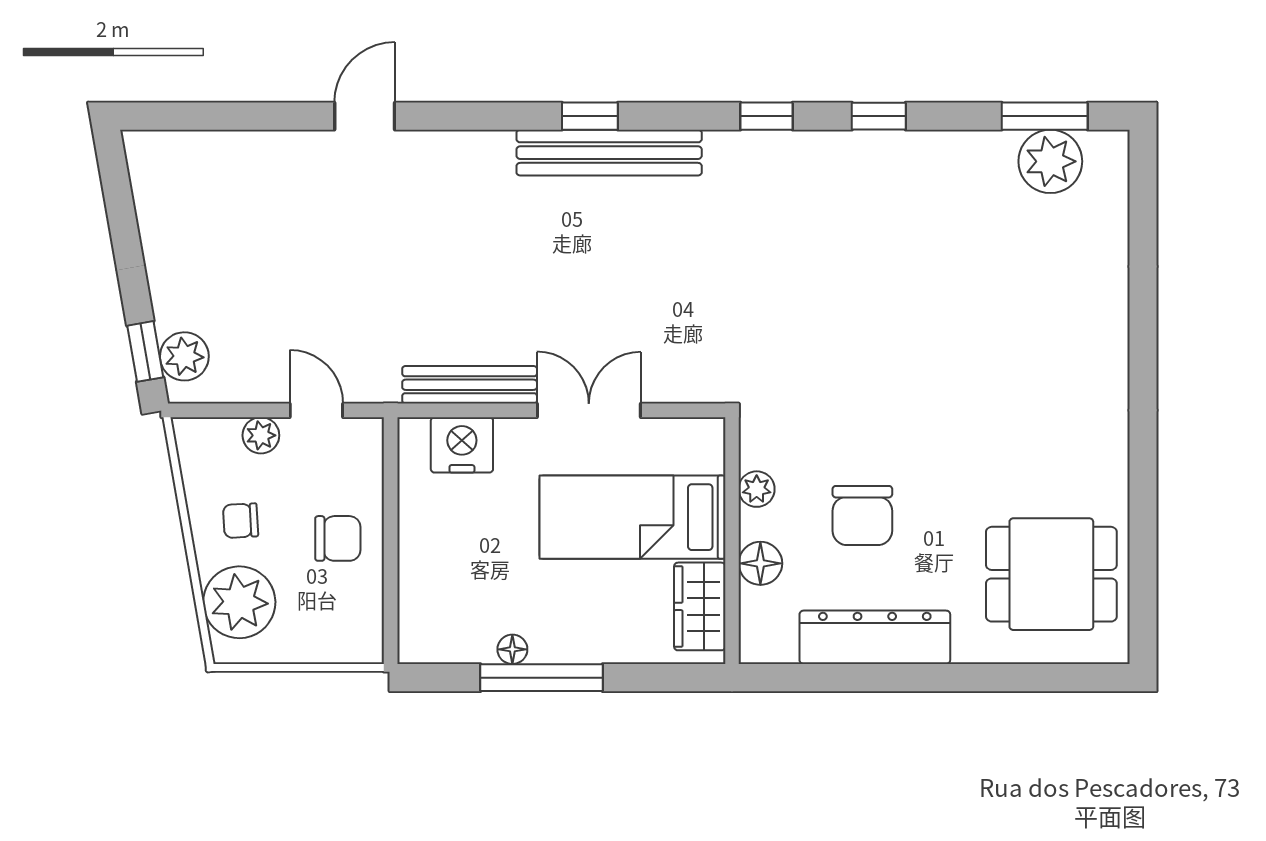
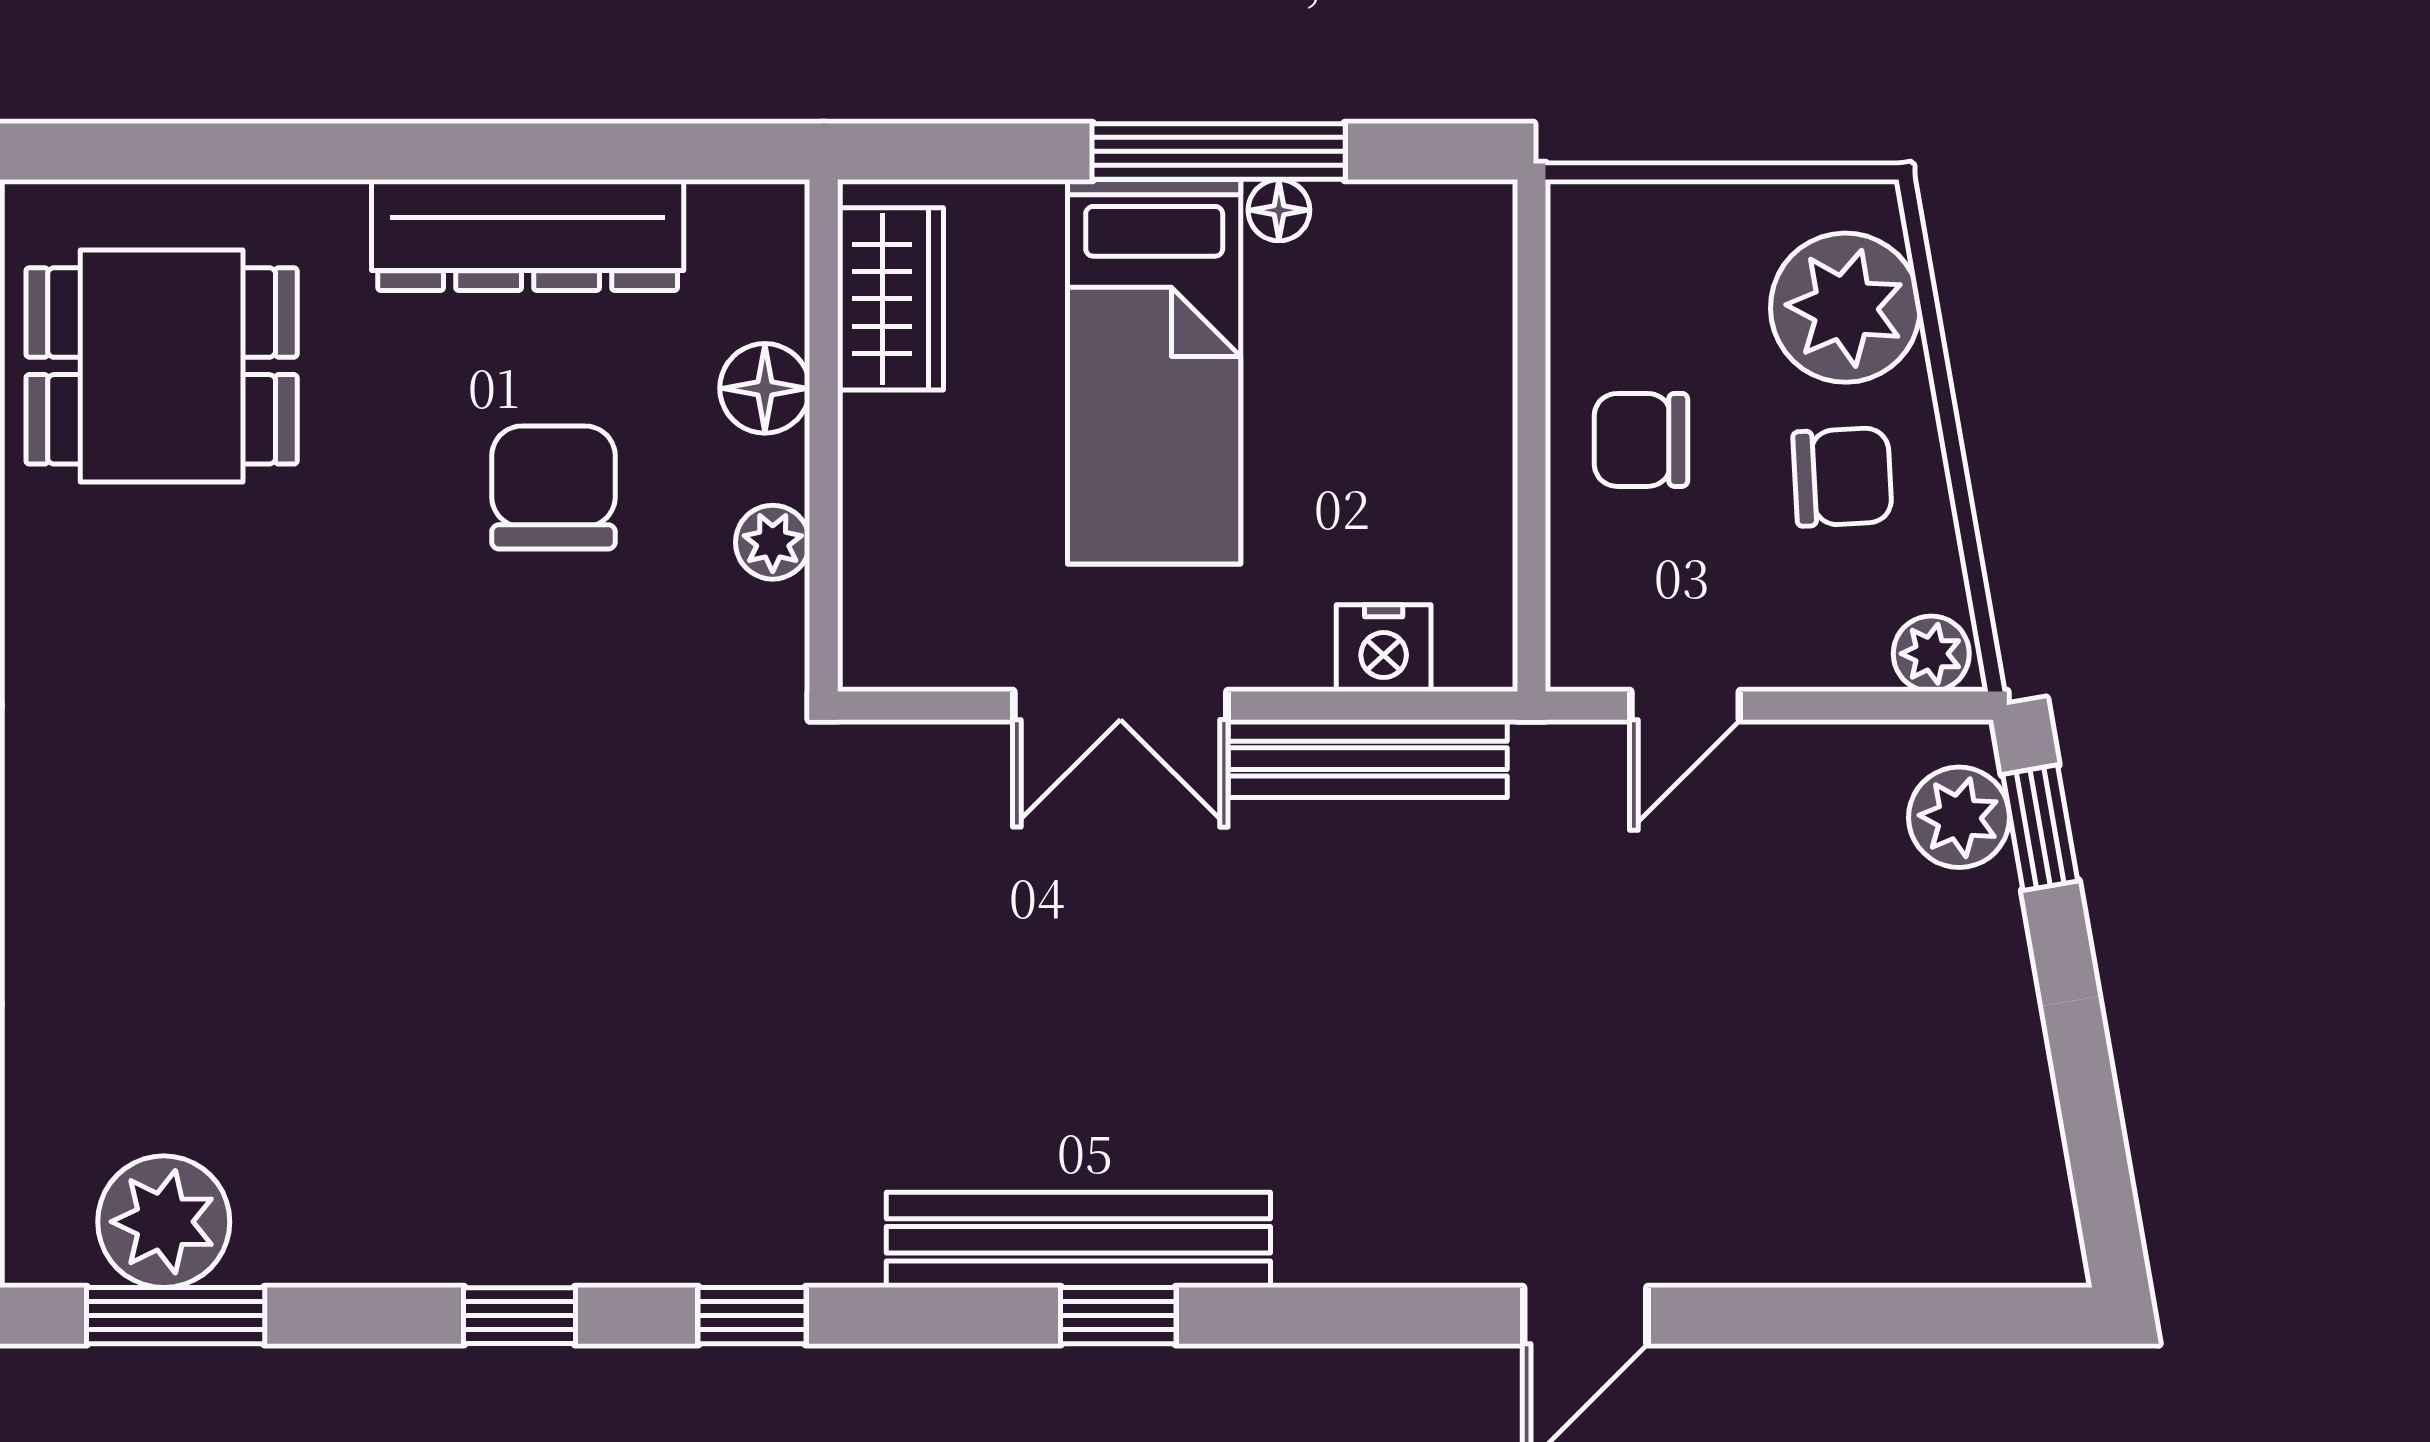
door: (316, 410) -> (1685, 706), hinge flipped
plant: (261, 435) -> (1931, 654), moved
nightstand: (462, 445) -> (1384, 648), width x0.74, depth x0.75
bed: (632, 517) -> (1154, 372), moved, turned 90
chair: (241, 521) -> (1843, 477), width x1.37, depth x1.37

